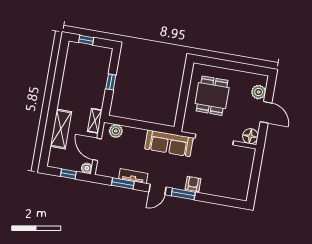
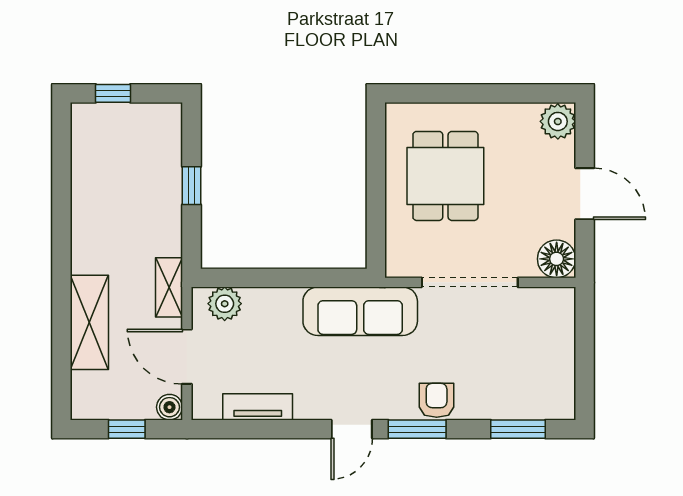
plant: (259, 92) -> (558, 121), moved
tv unit: (133, 176) -> (258, 407), moved
window: (123, 183) -> (518, 429), moved

